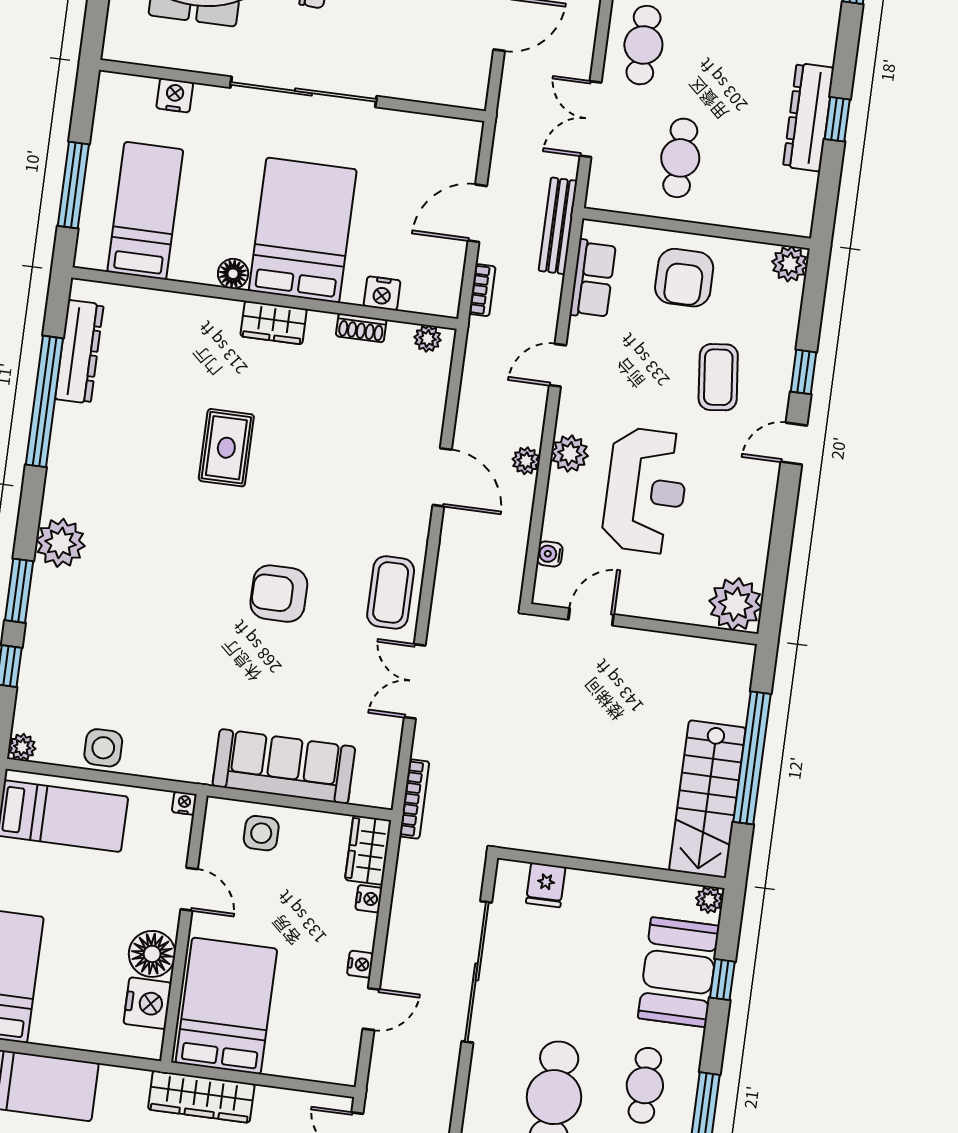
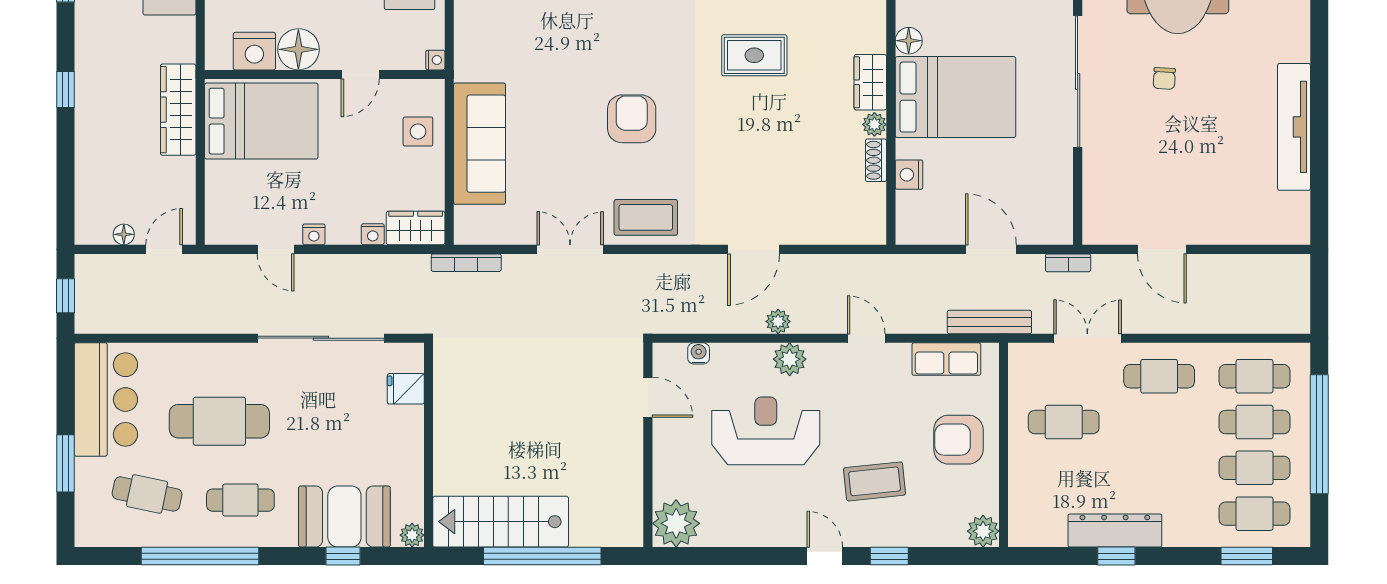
bookcase: (482, 290) -> (1068, 263), moved
plant: (428, 339) -> (874, 124), moved
reception desk: (646, 491) -> (766, 431), turned 180

